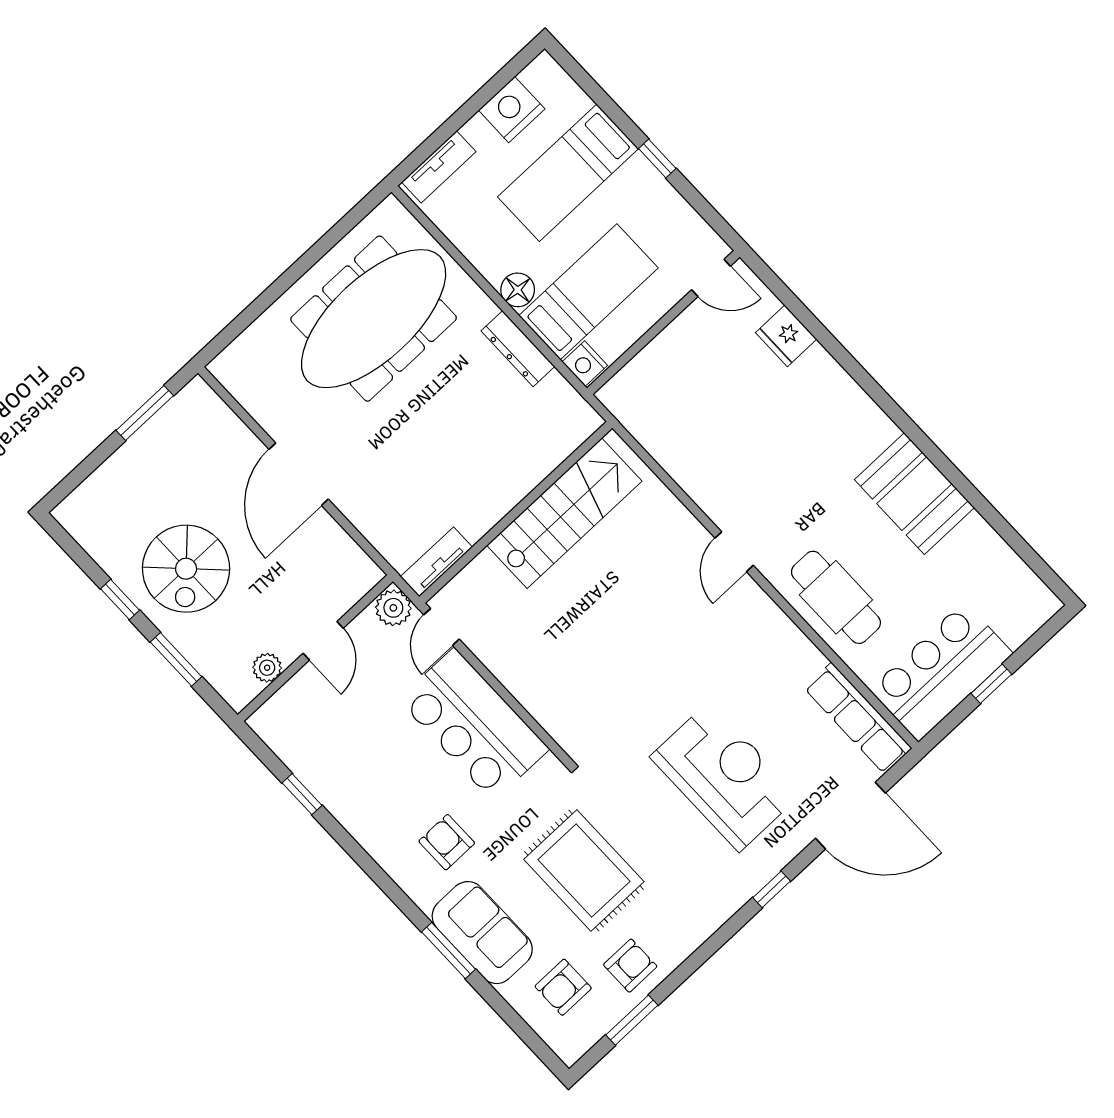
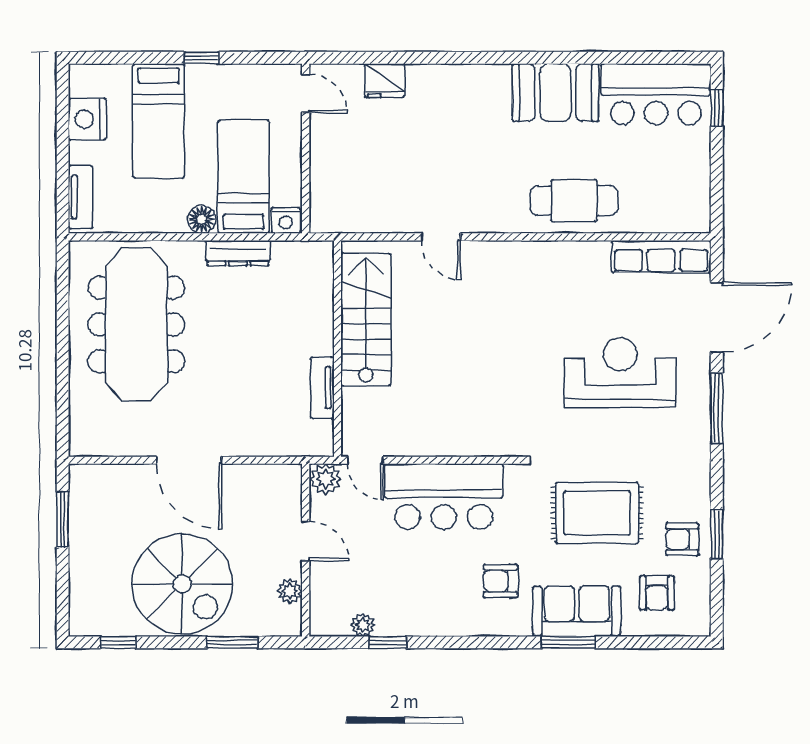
door: (711, 278) -> (306, 93), hinge flipped
door: (734, 552) -> (441, 237), moved
tv unit: (436, 562) -> (322, 388), moved
spiral stairs: (186, 569) -> (182, 584), width x1.37, depth x1.37
window: (120, 599) -> (119, 642), moved
bar counter: (941, 672) -> (656, 94), moved, turned -90
window: (991, 684) -> (717, 108), moved
plant: (297, 758) -> (363, 625), added
window: (772, 889) -> (717, 408), width x2.17
armchair: (630, 966) -> (682, 539), turned -90
window: (632, 1020) -> (717, 534), moved

